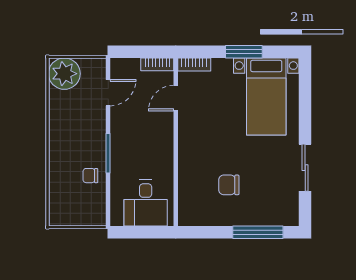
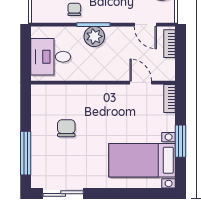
bookcase: (157, 64) -> (170, 44), moved
plant: (122, 152) -> (94, 36), added
sliding door: (305, 168) -> (63, 194), moved

